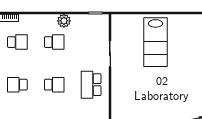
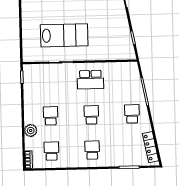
plant: (64, 21) -> (31, 131), moved
lab bench: (156, 42) -> (64, 35), moved
school desk: (17, 85) -> (92, 150), turned 180

